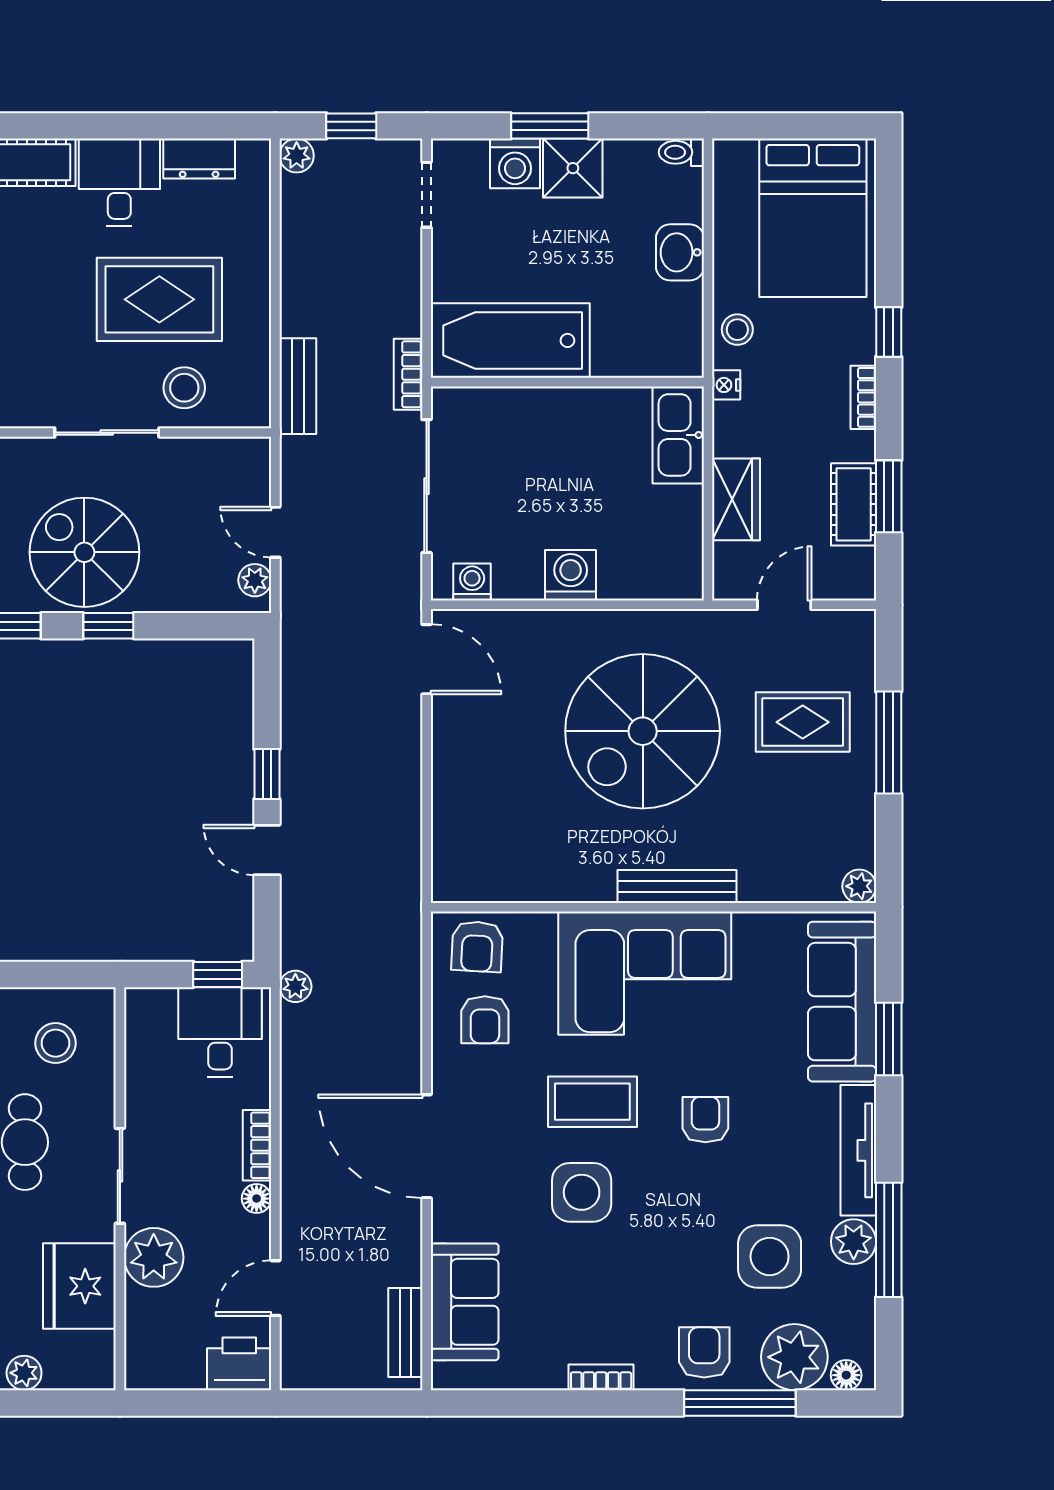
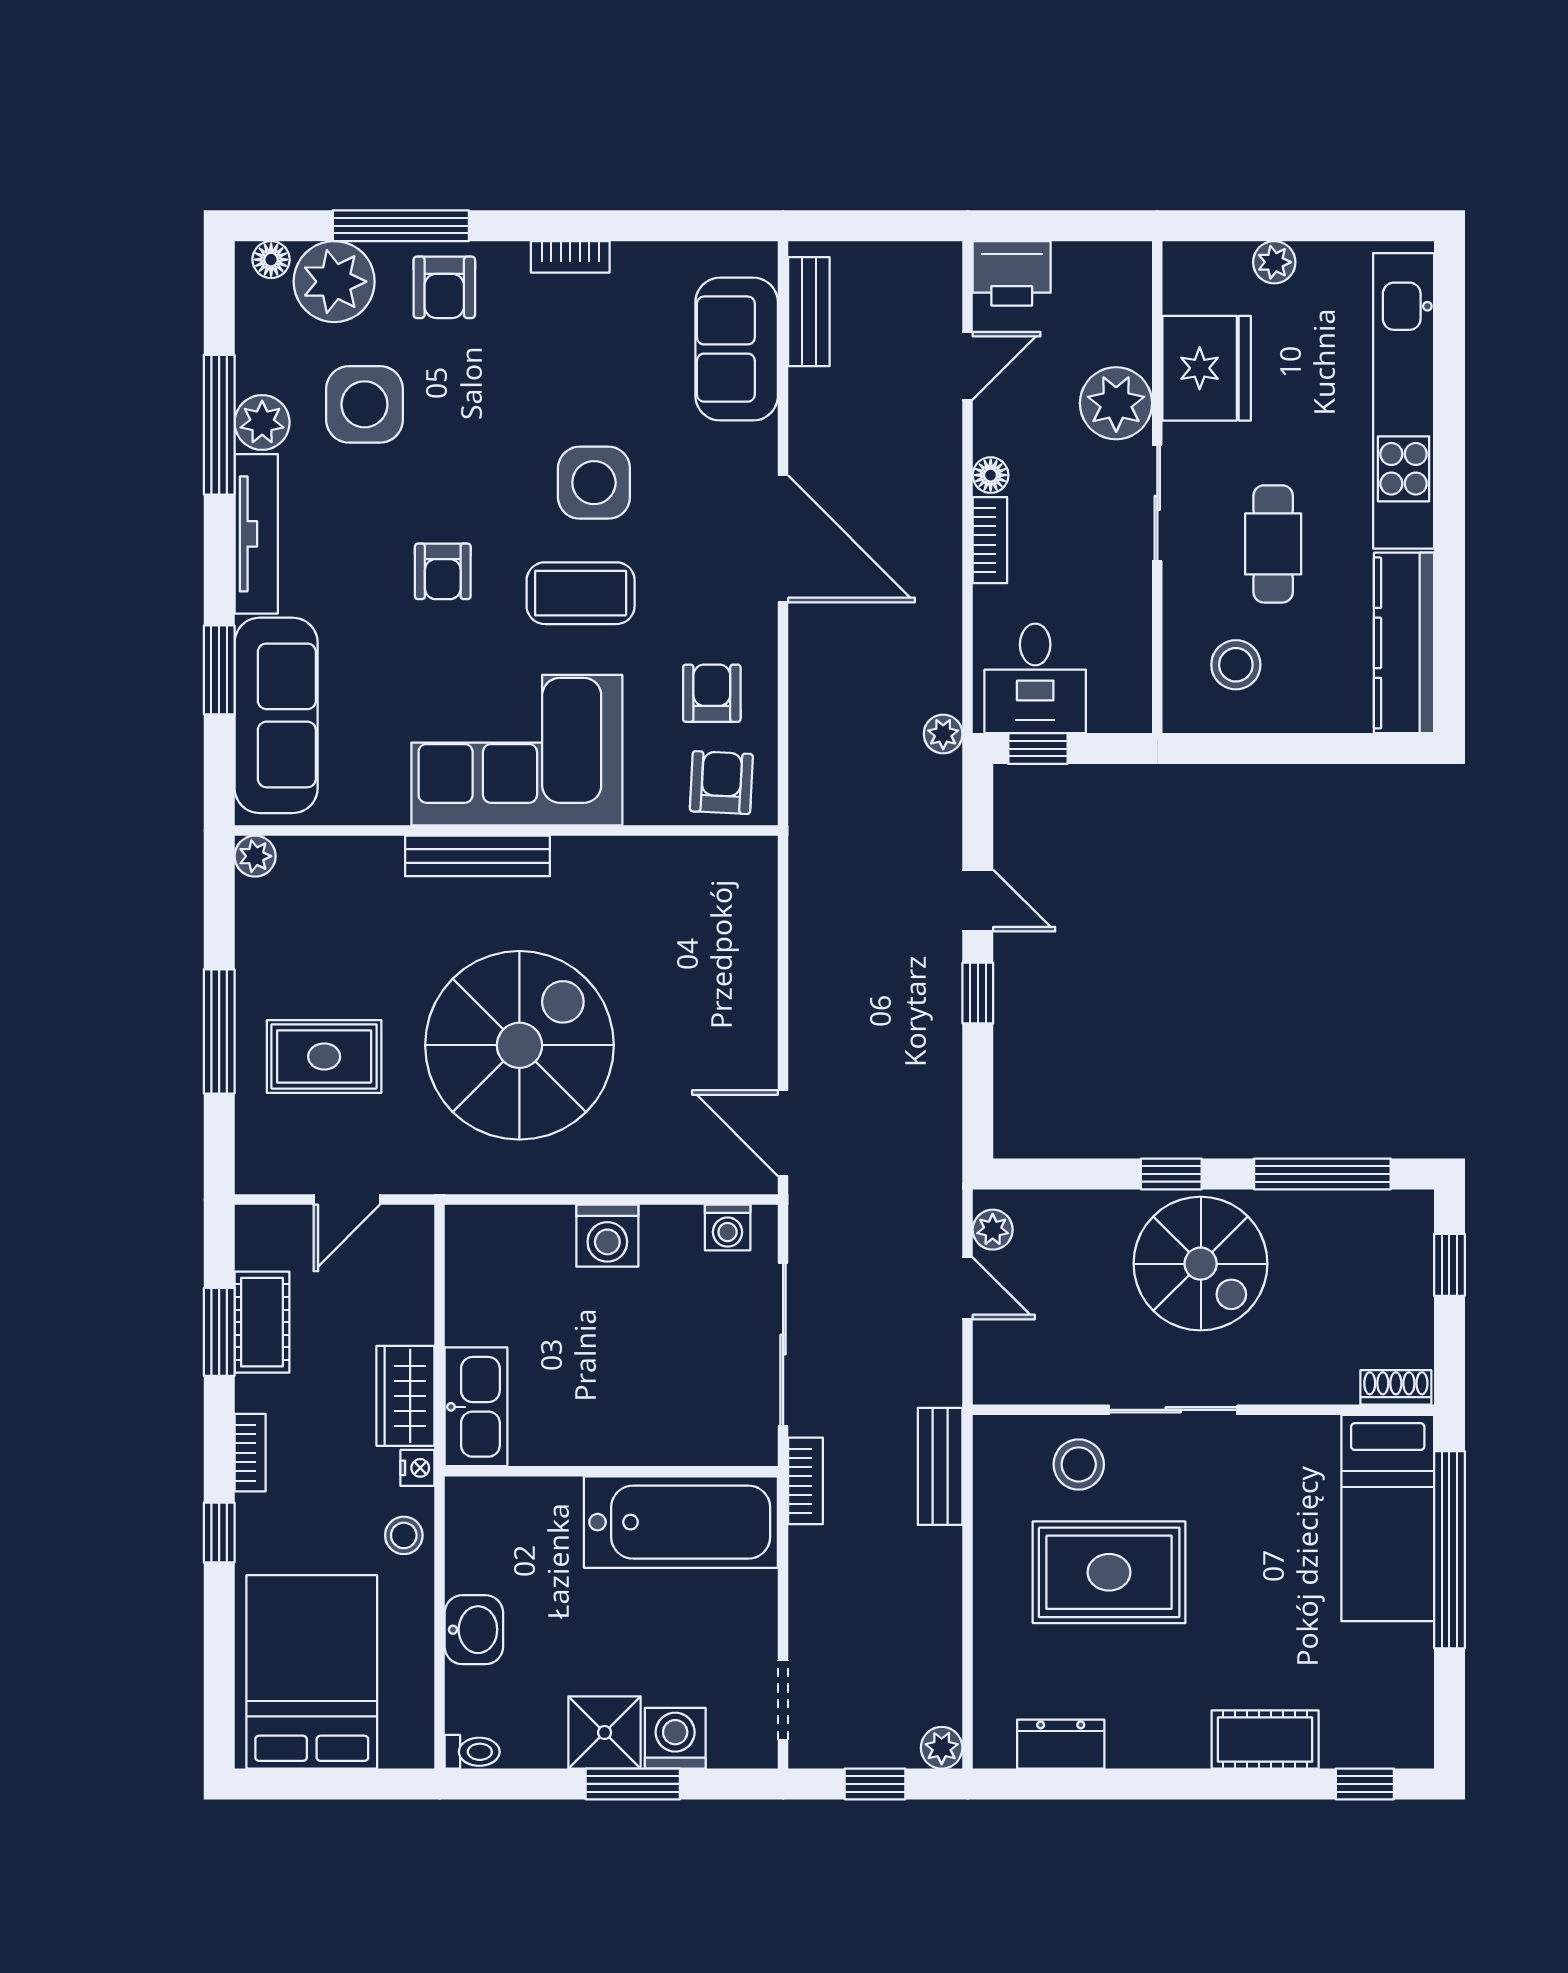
desk: (119, 182) -> (1158, 1715), removed
wardrobe: (736, 499) -> (405, 1396), moved

